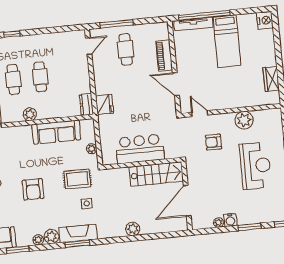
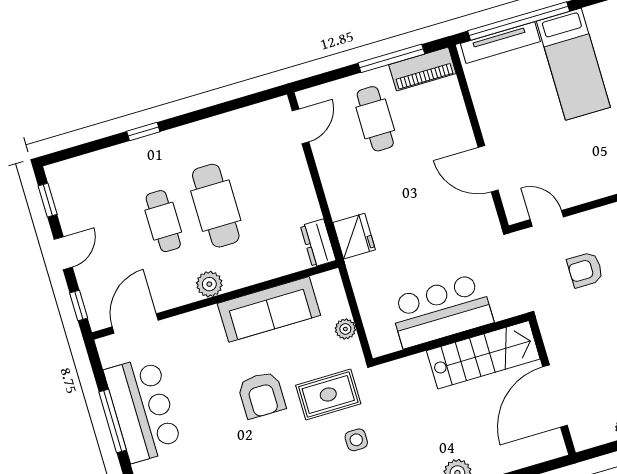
window: (116, 24) -> (391, 58), moved
piano: (164, 56) -> (422, 69), moved, turned -90
cafe table: (40, 77) -> (216, 206), width x1.37, depth x1.35
armchair: (33, 189) -> (262, 395), moved

